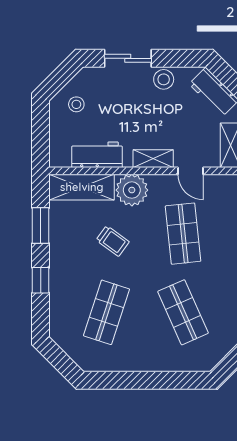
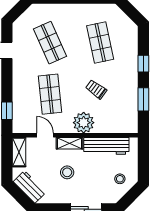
stool: (164, 79) -> (67, 172), moved
workbench: (97, 155) -> (106, 146), width x1.38
shelving: (82, 187) -> (116, 125), removed
shop shelf: (106, 312) -> (100, 43), turned -30

